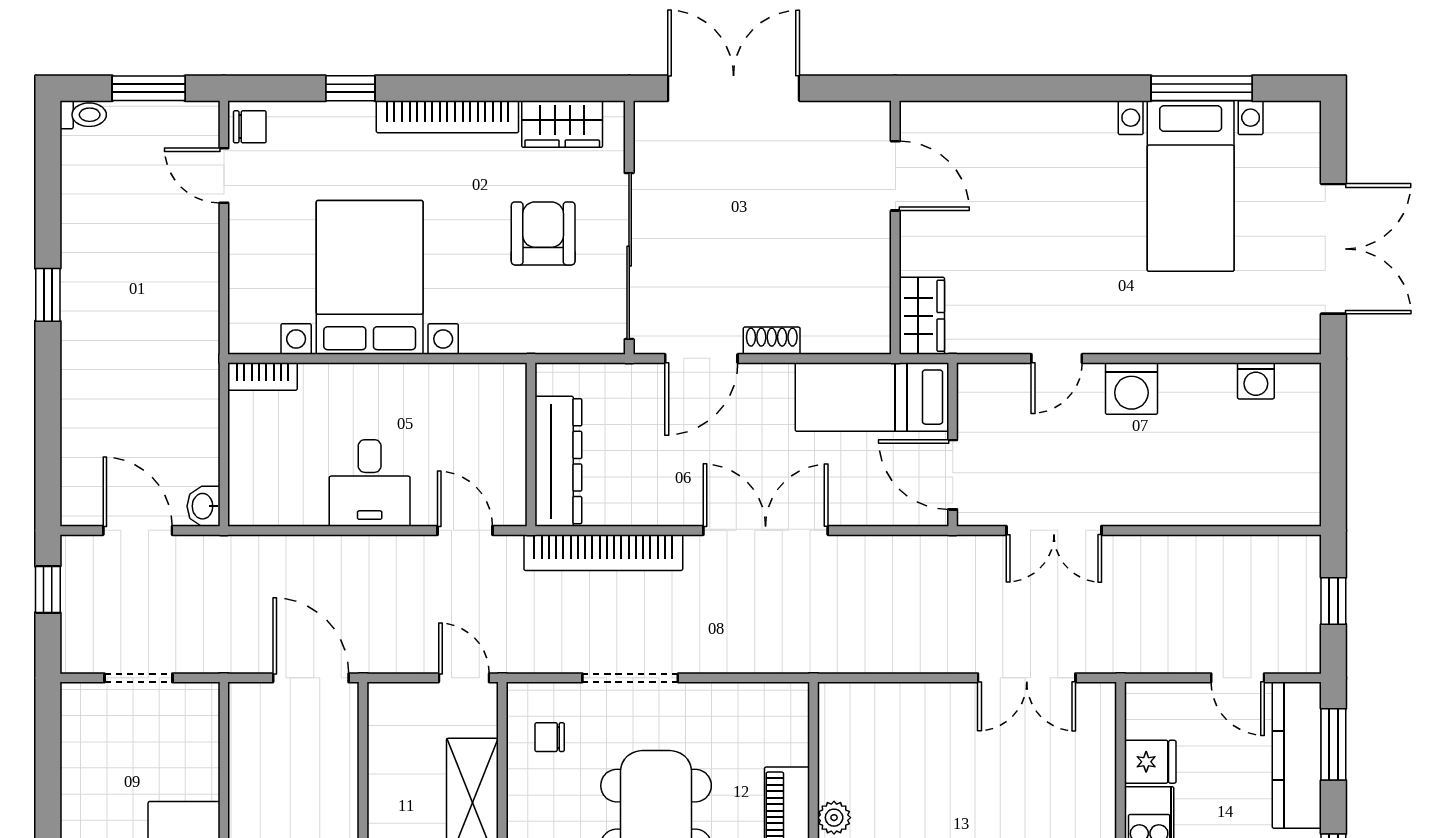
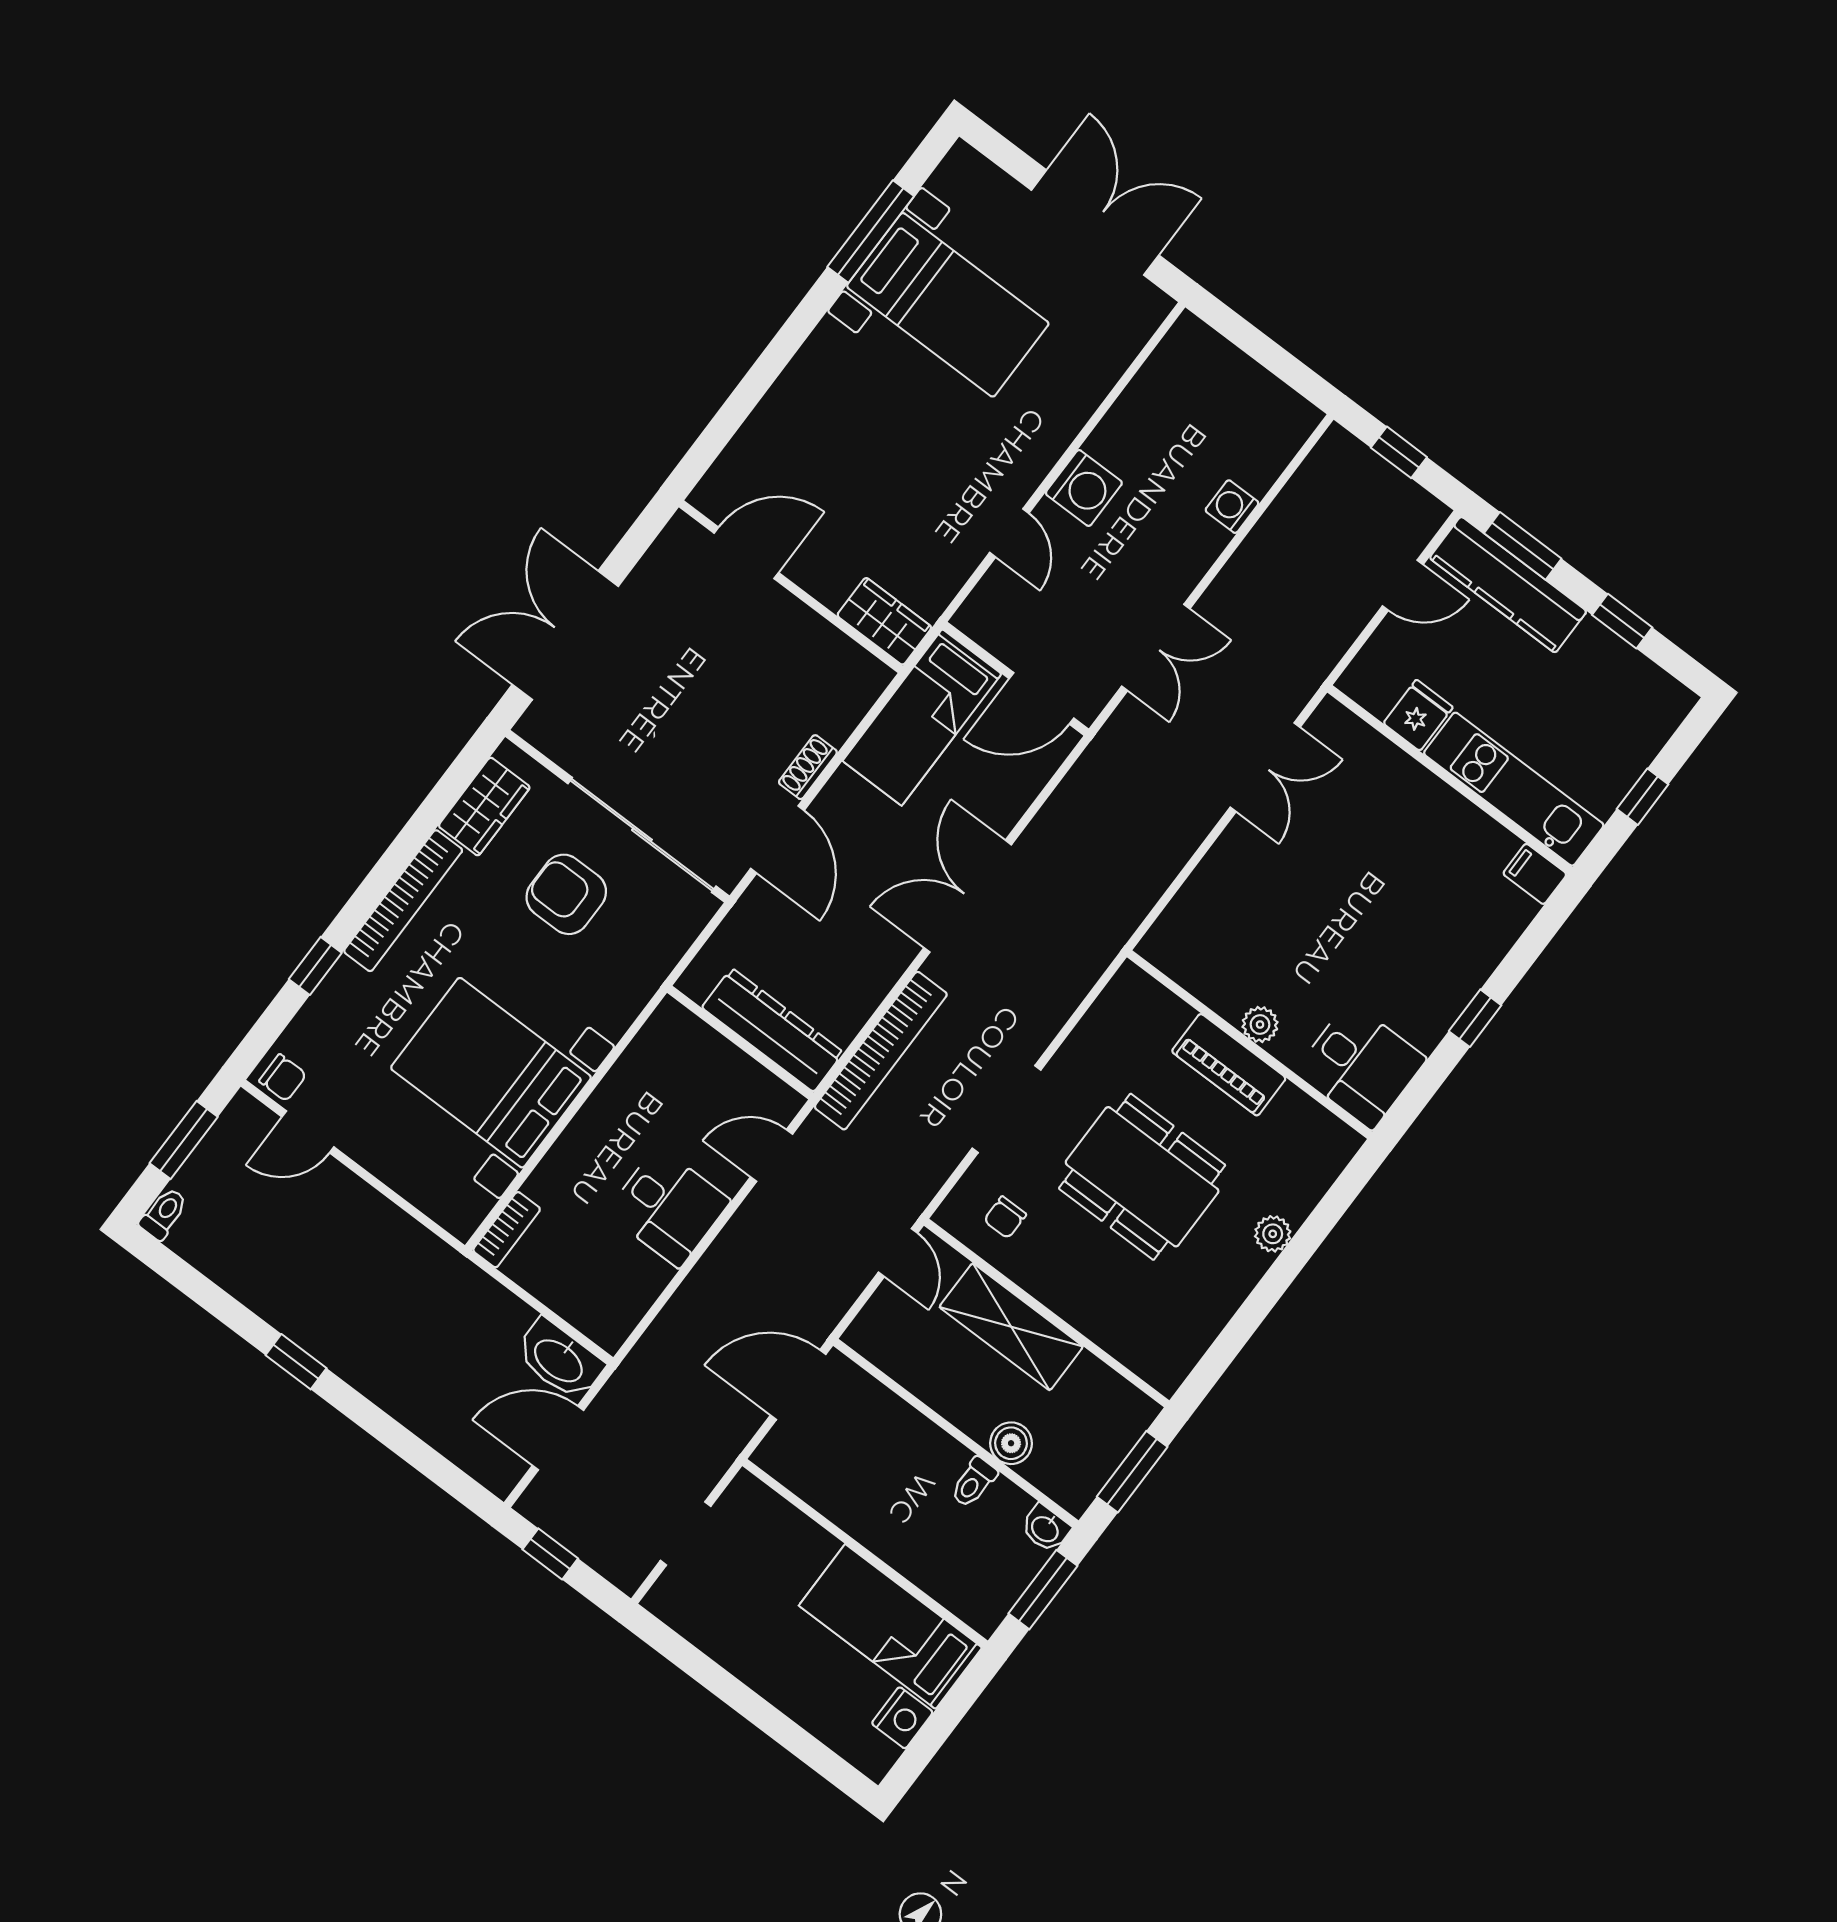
chair: (250, 127) -> (283, 1078), turned 90
washing machine: (1256, 381) -> (1232, 507), moved, turned 180
washbasin: (203, 506) -> (559, 1360), width x1.91, depth x1.45
door: (464, 678) -> (898, 1253), swing flipped

